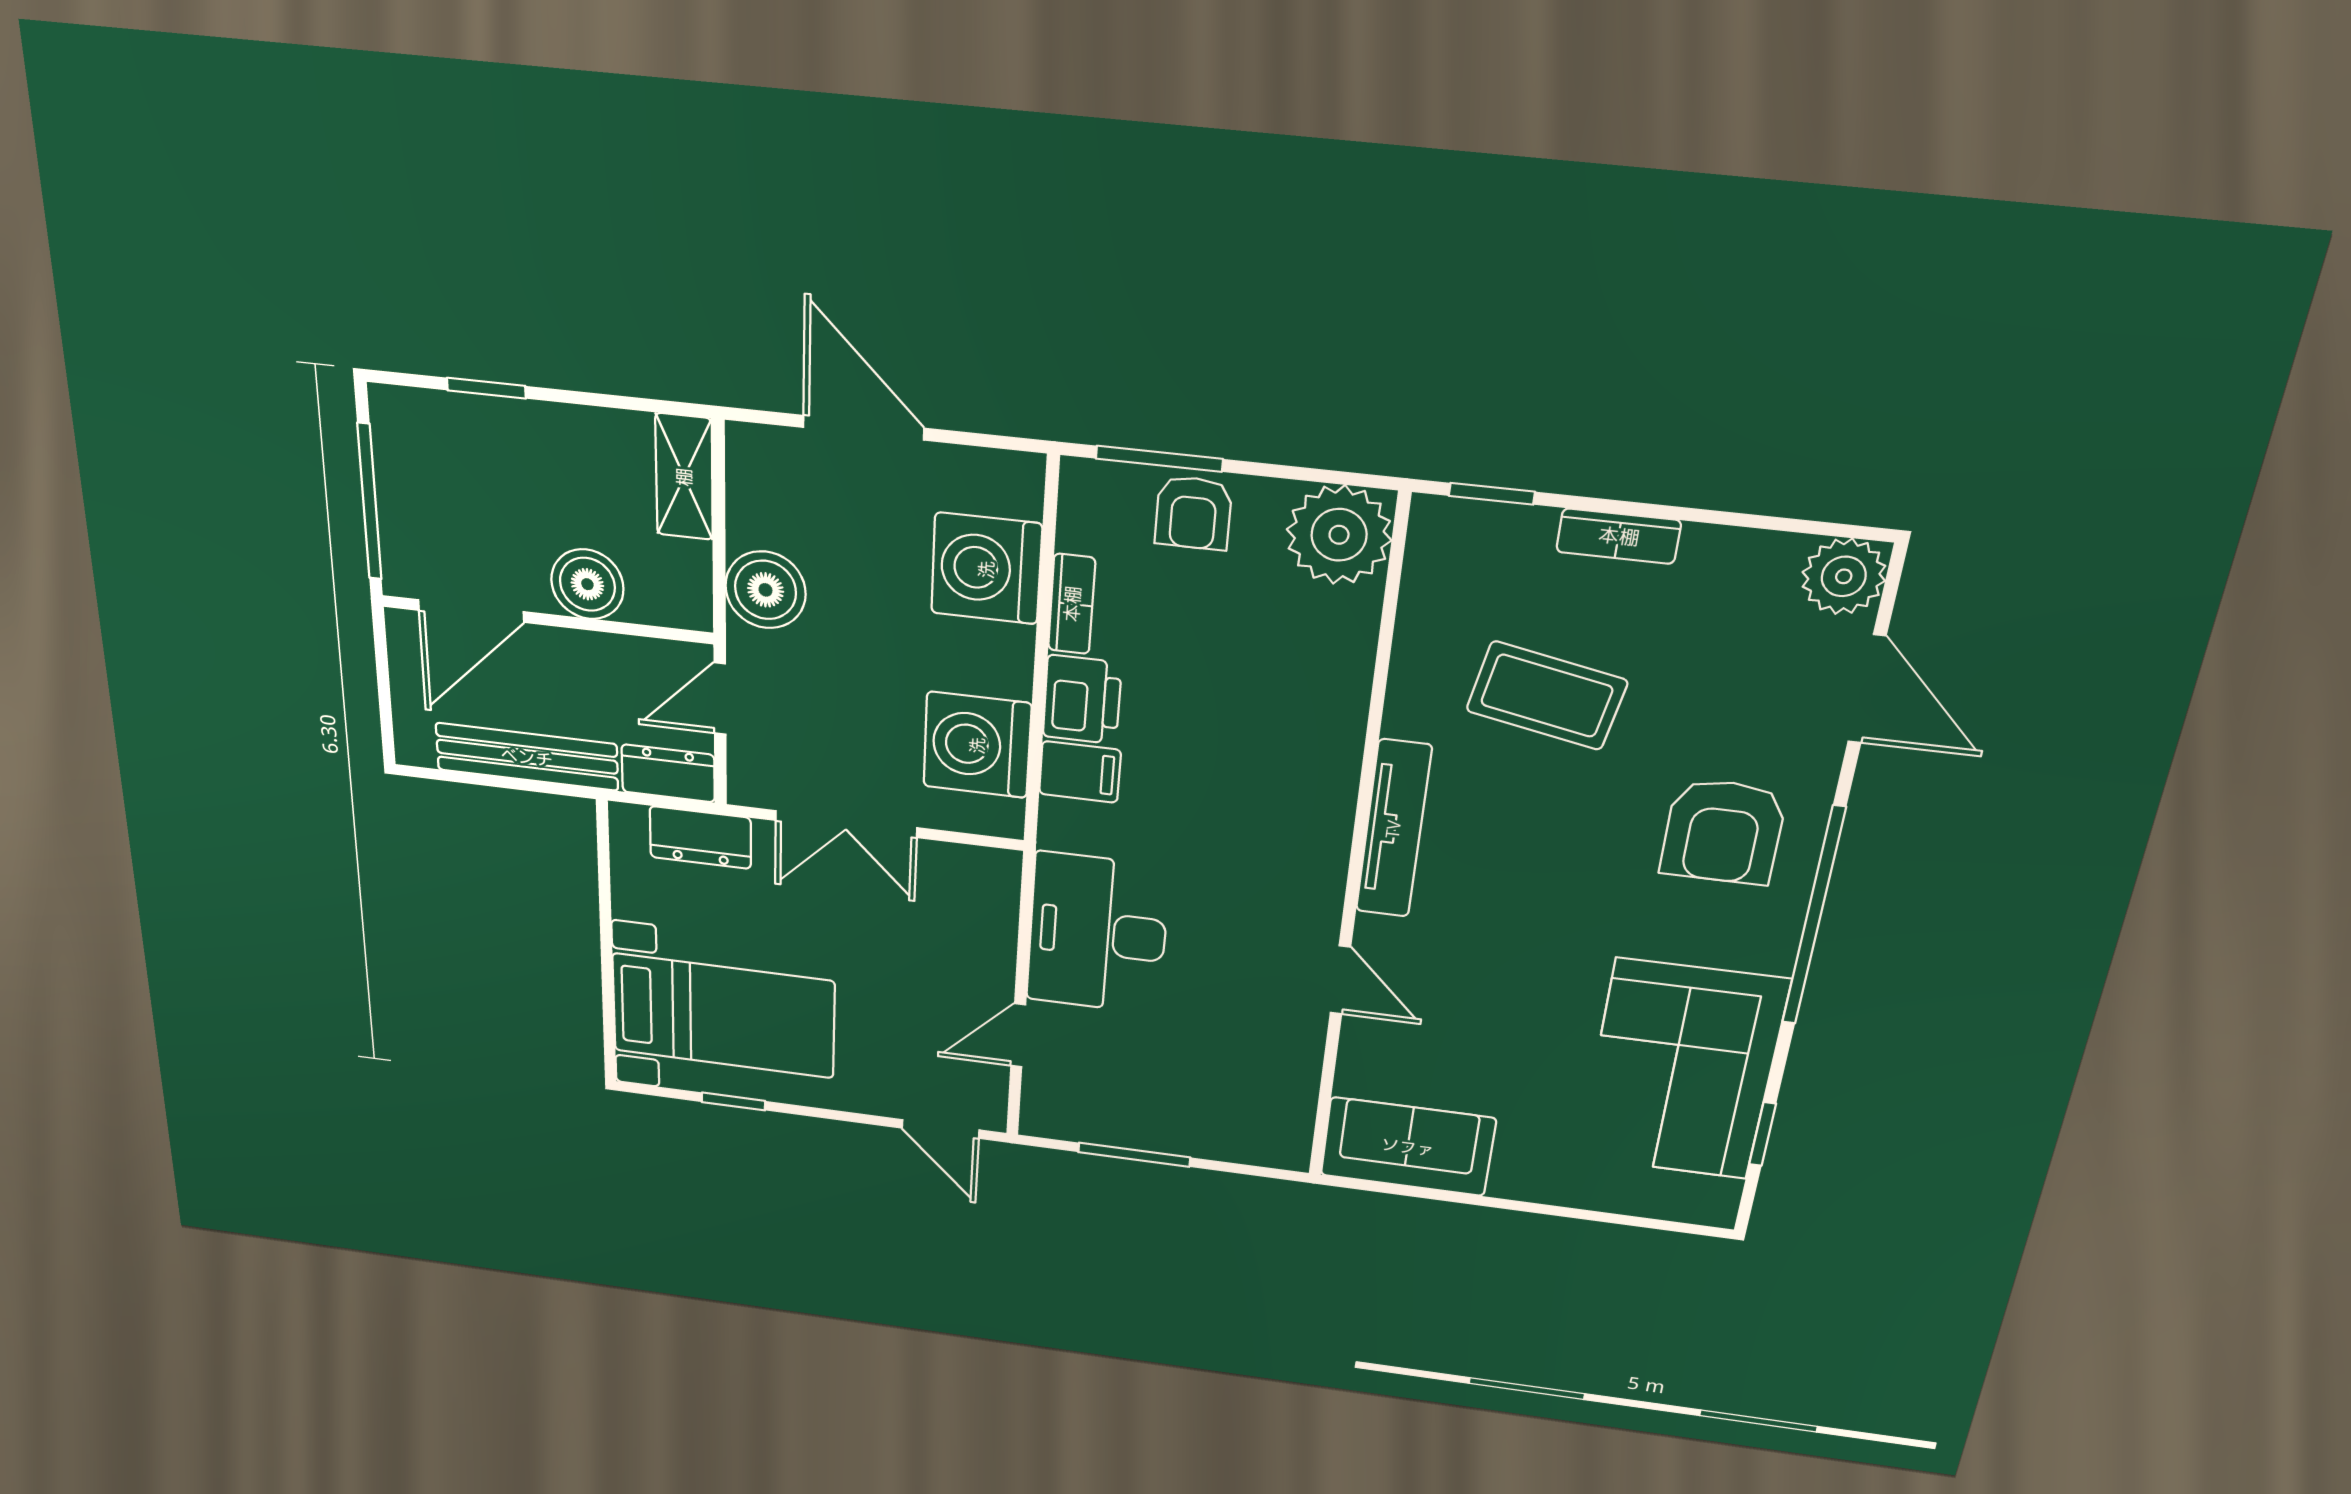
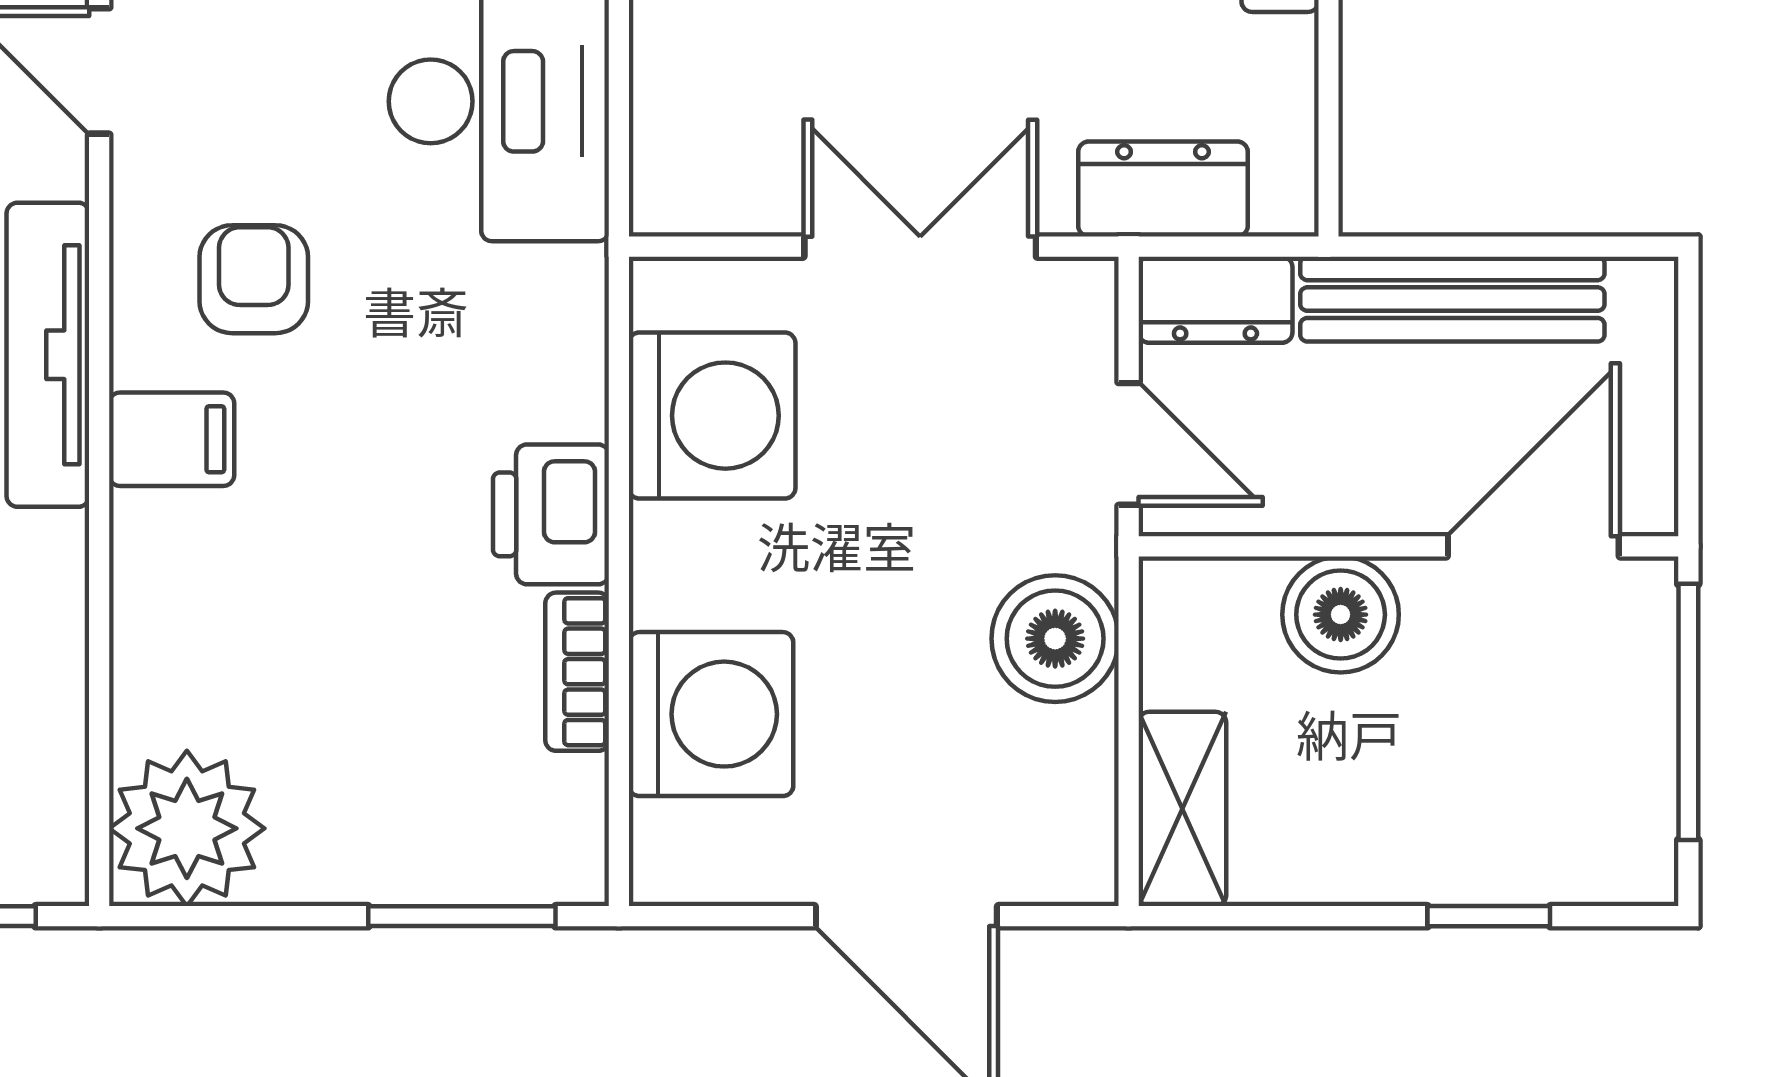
armchair: (1193, 513) -> (254, 279), moved
door: (720, 699) -> (1129, 444), hinge flipped
filing cabinet: (1080, 772) -> (172, 439), moved, turned 180

